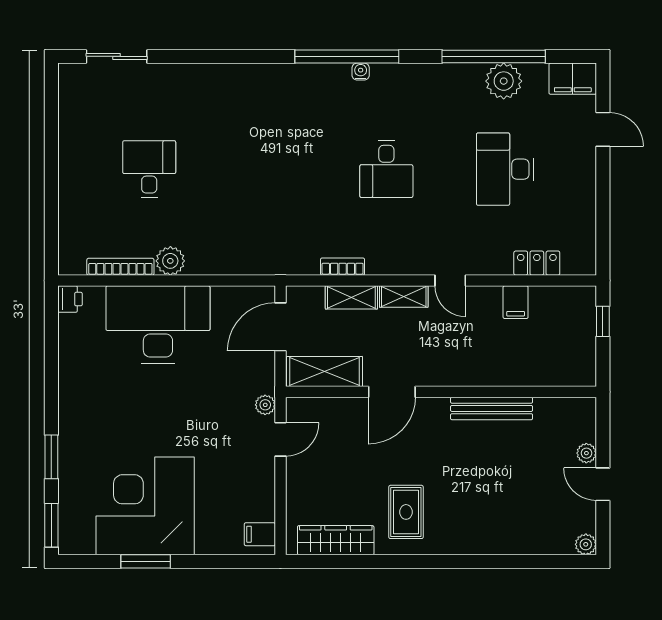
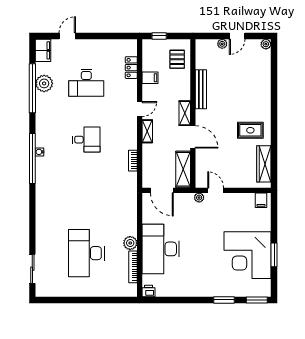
desk: (149, 169) -> (86, 253), width x1.87, depth x1.30
shelving: (351, 297) -> (185, 113), moved
pallet: (554, 359) -> (177, 59), added

